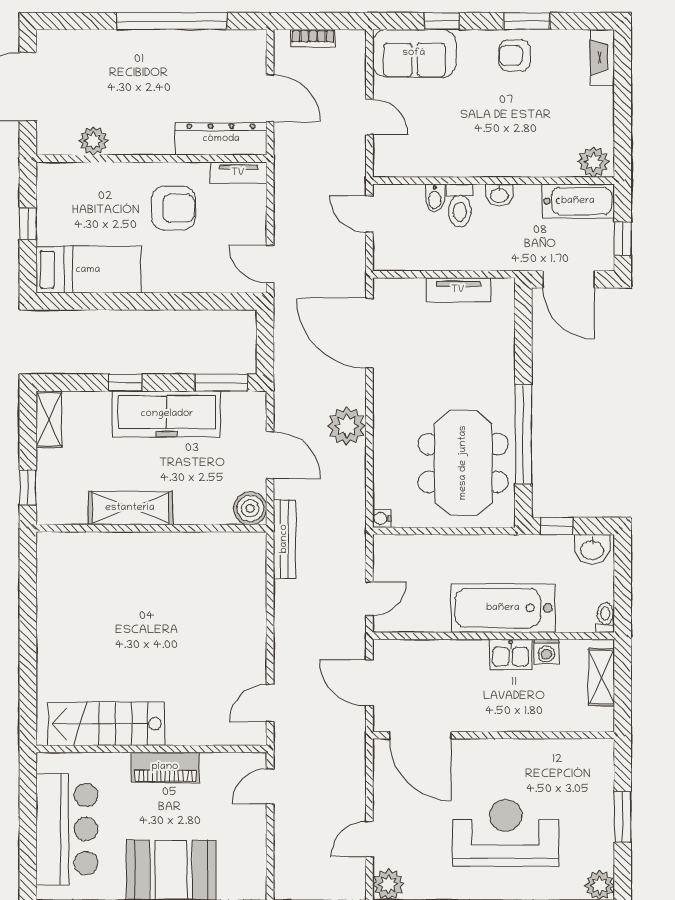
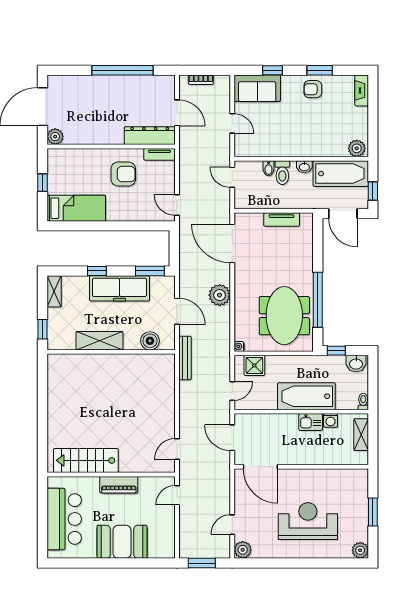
plant: (93, 141) -> (55, 137), moved
bathtub: (578, 201) -> (341, 174), width x1.36, depth x1.36
boiler: (250, 508) -> (150, 341), moved
shower: (409, 553) -> (254, 365), added

